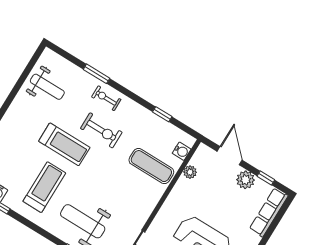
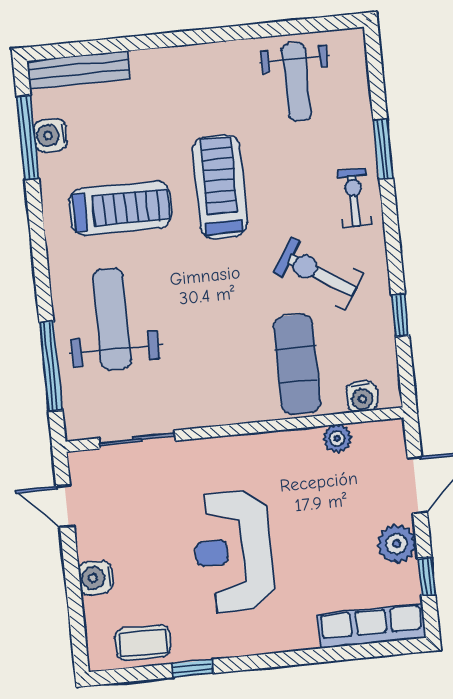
exercise bike: (101, 130) -> (318, 273), moved, turned 123
treadmill: (64, 144) -> (220, 187), turned 180

